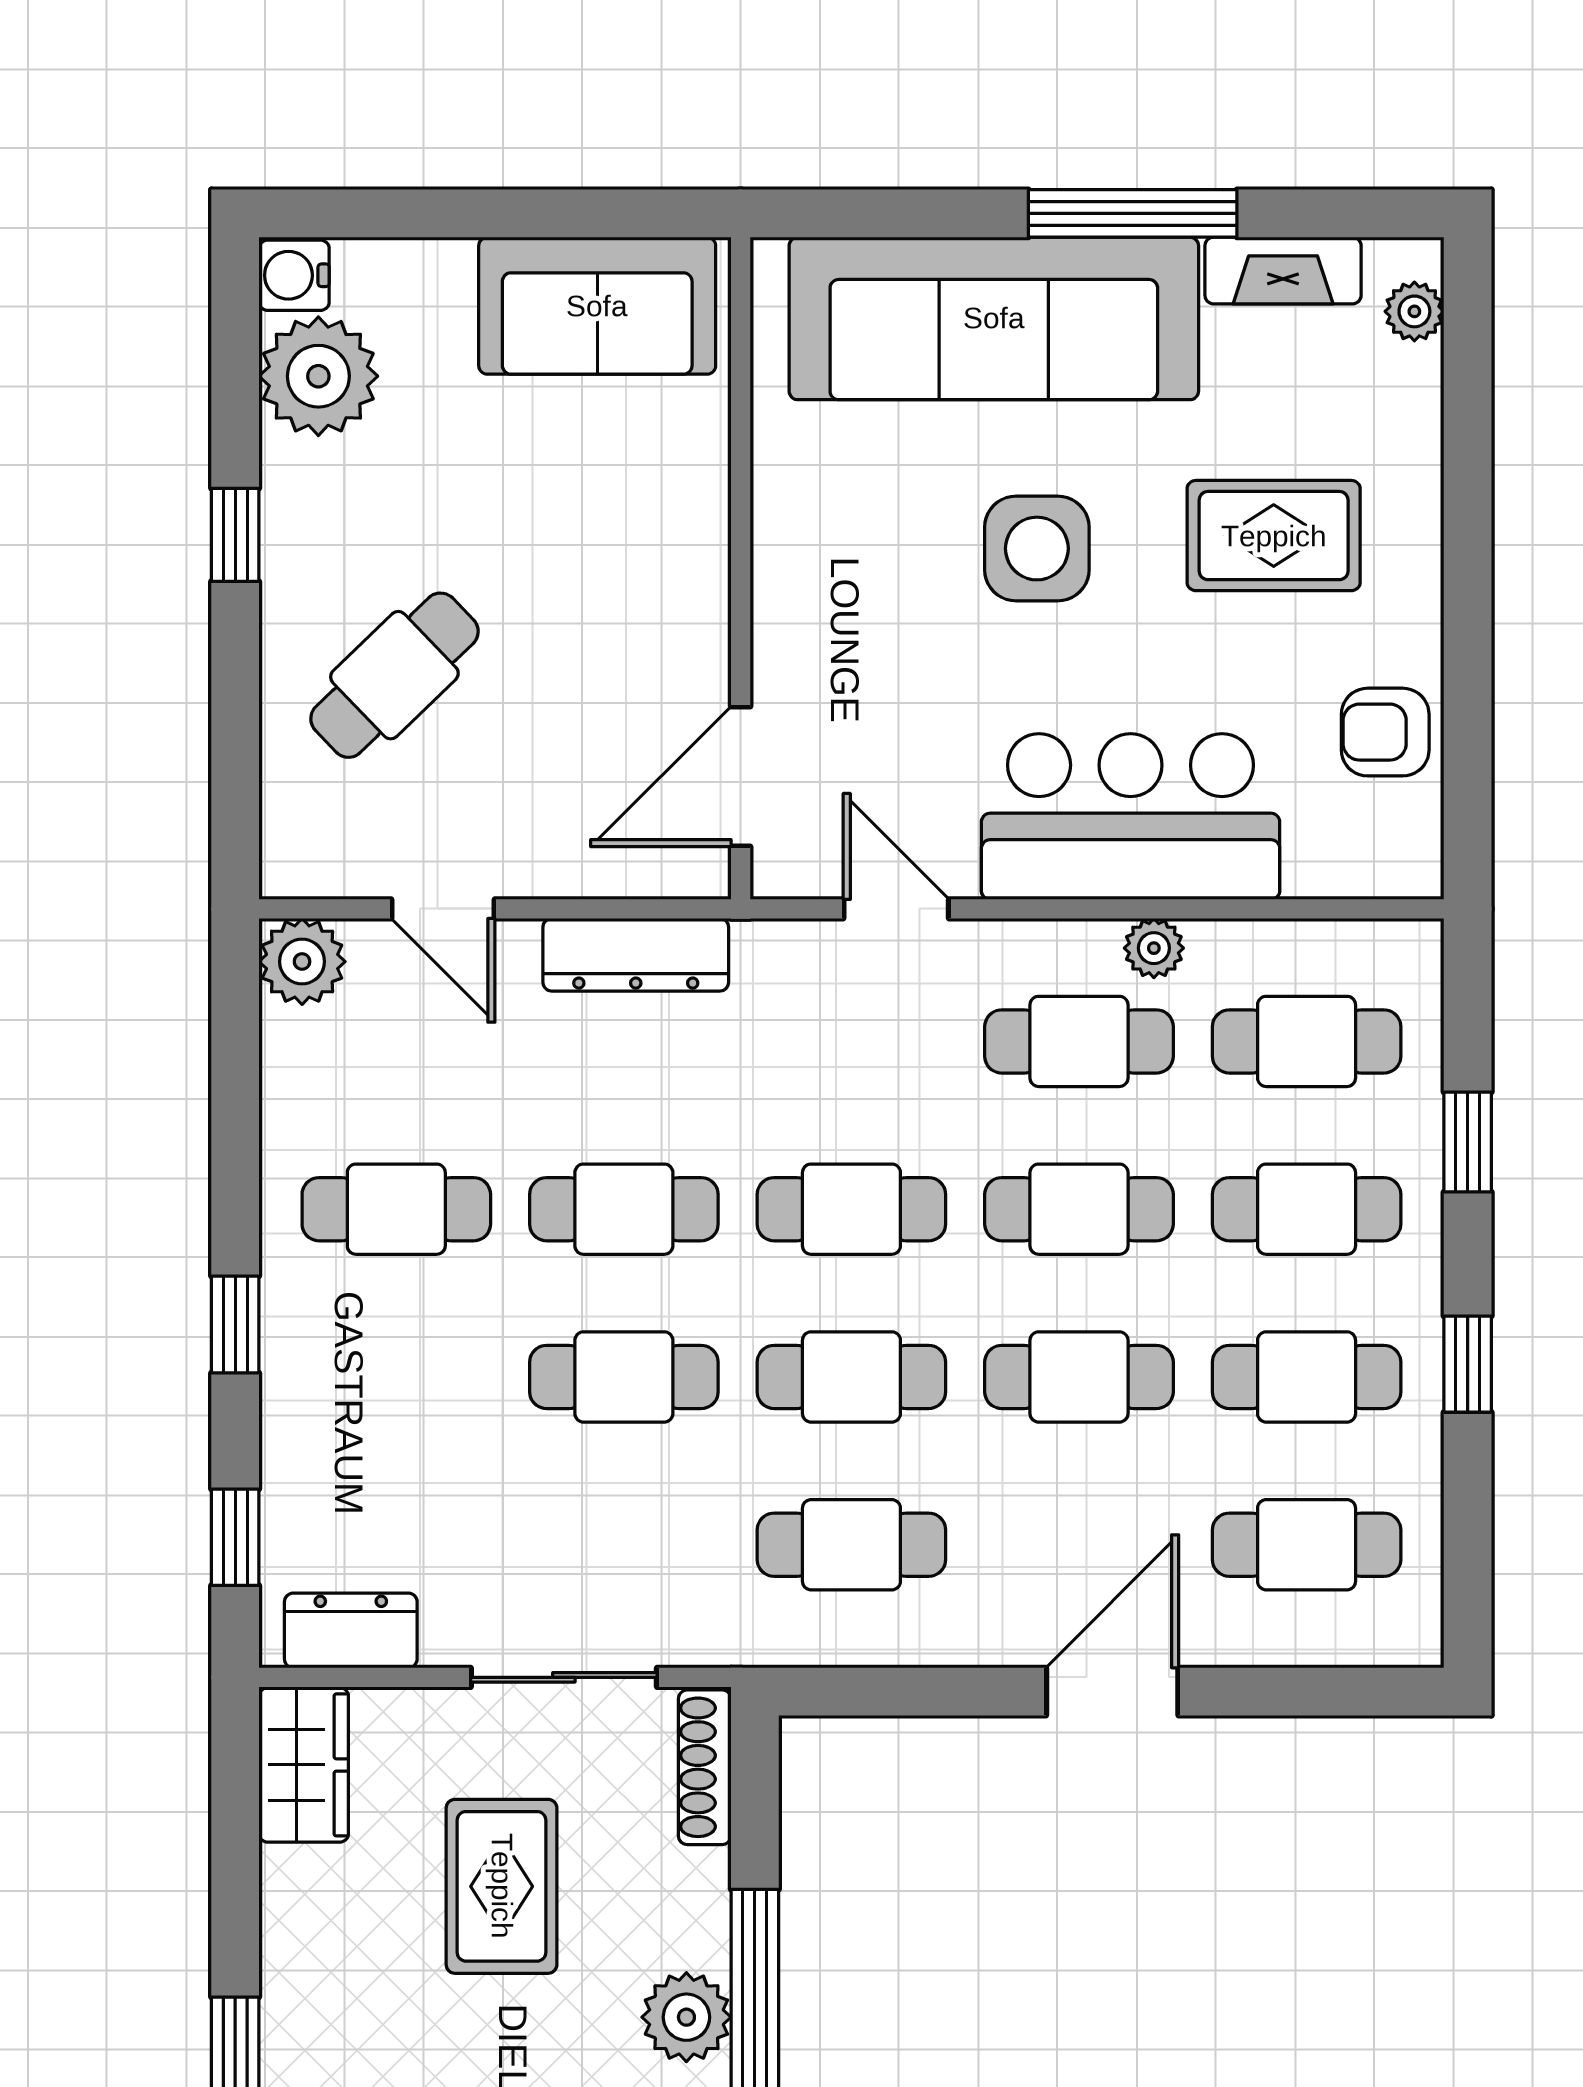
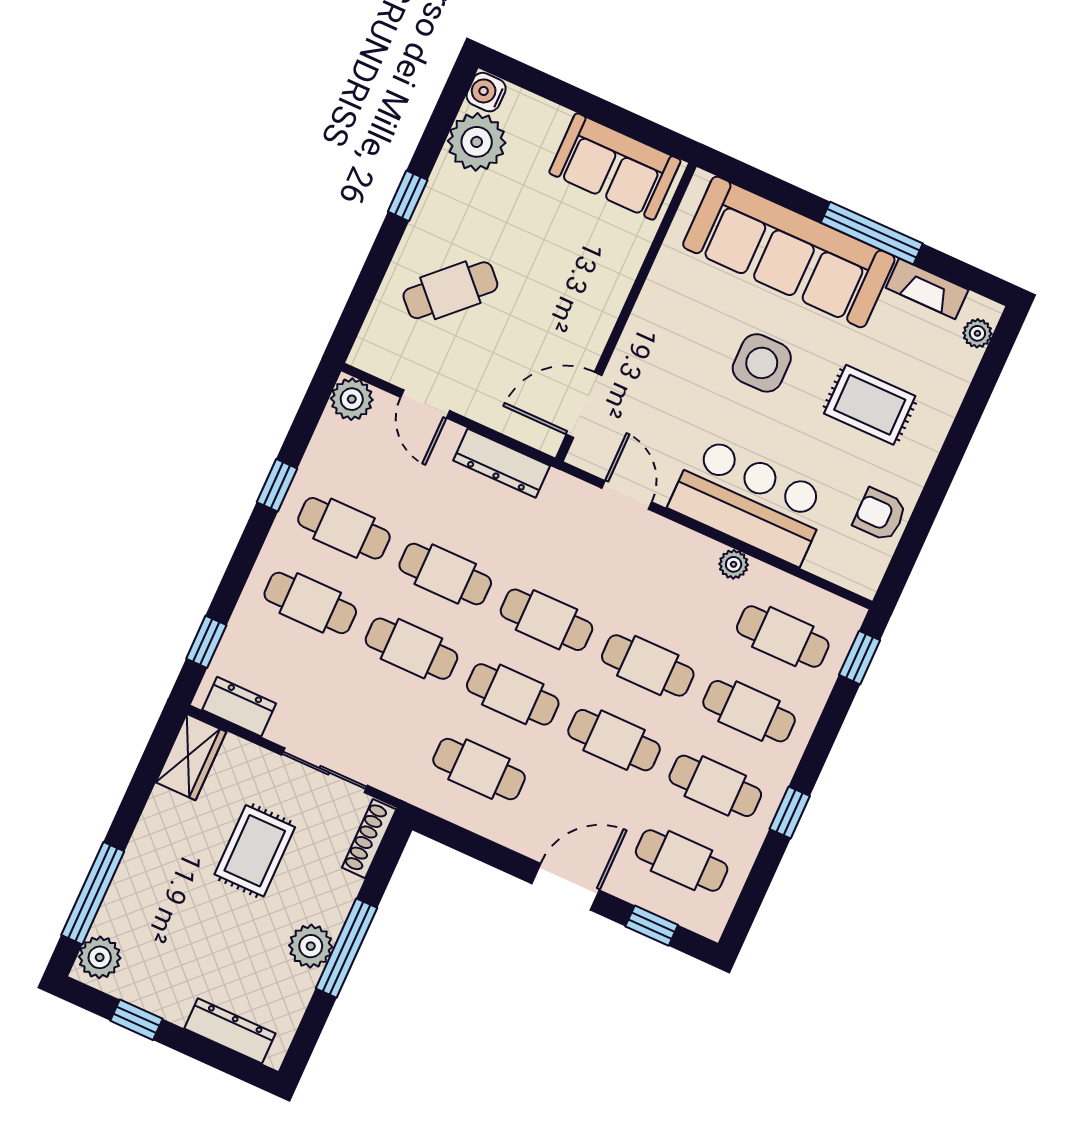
cafe table: (1079, 1041) -> (310, 603), moved
window: (1468, 1142) -> (860, 658), moved
window: (235, 1325) -> (277, 485), moved
window: (1306, 1692) -> (652, 926), added

